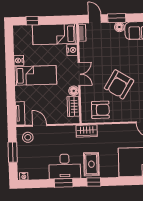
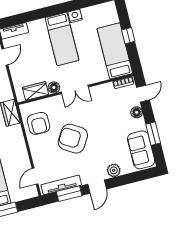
window: (117, 18) -> (153, 134), moved
window: (32, 21) -> (128, 36), moved
floor lamp: (119, 27) -> (137, 112), moved
nightstand: (72, 50) -> (101, 75), removed

